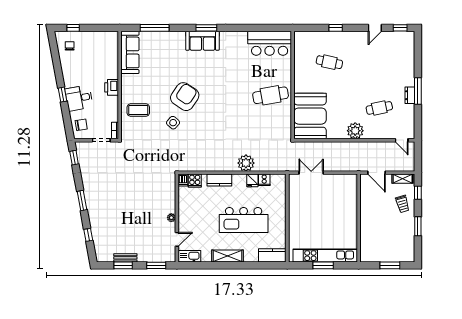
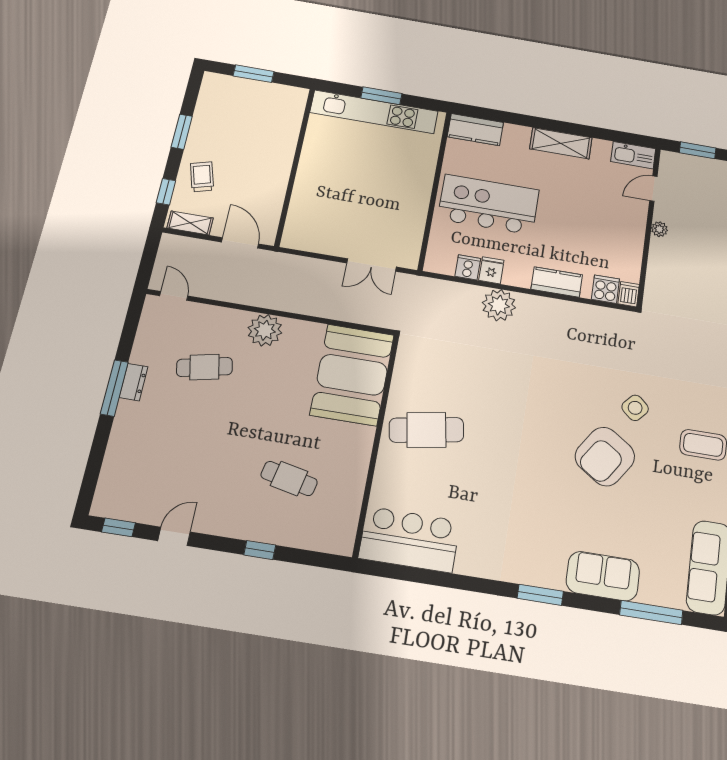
sofa: (202, 41) -> (603, 576), moved
kitchen island: (244, 220) -> (489, 204), moved

